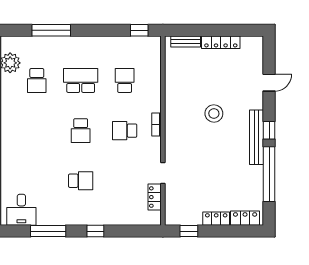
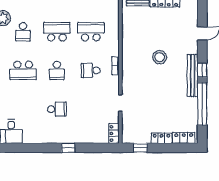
school desk: (125, 80) -> (91, 32), width x1.85
school desk: (37, 131) -> (23, 70), added
locker: (155, 197) -> (114, 133), moved
window: (48, 231) -> (32, 148), removed

